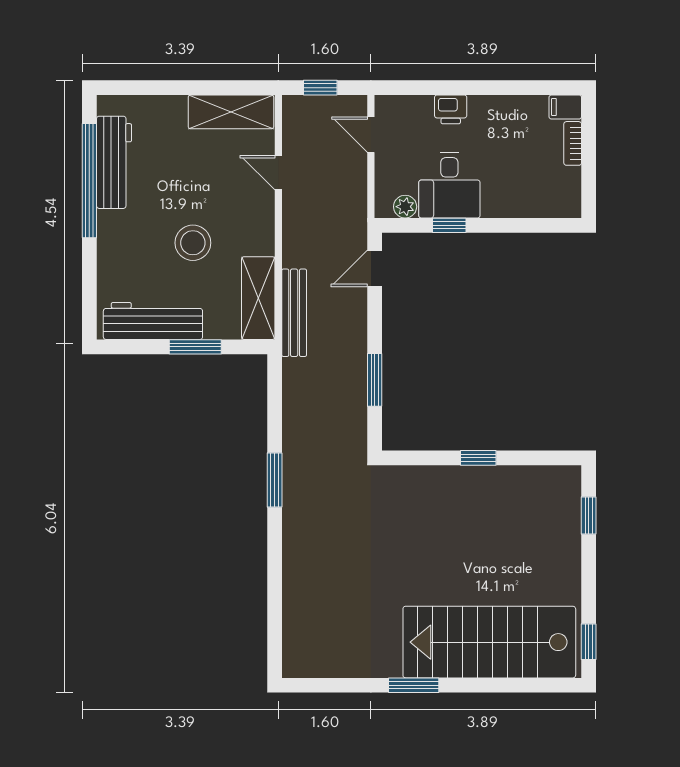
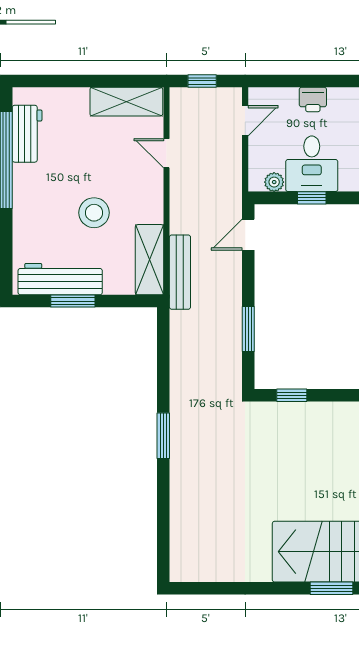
door: (371, 135) -> (245, 121), swing flipped
workbench: (114, 162) -> (27, 134), width x0.73
window: (195, 347) -> (73, 301), moved
window: (478, 458) -> (292, 395), moved
window: (275, 480) -> (163, 436), moved
window: (414, 685) -> (332, 588), moved

